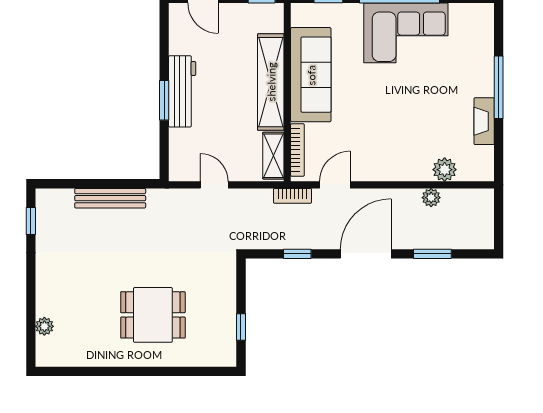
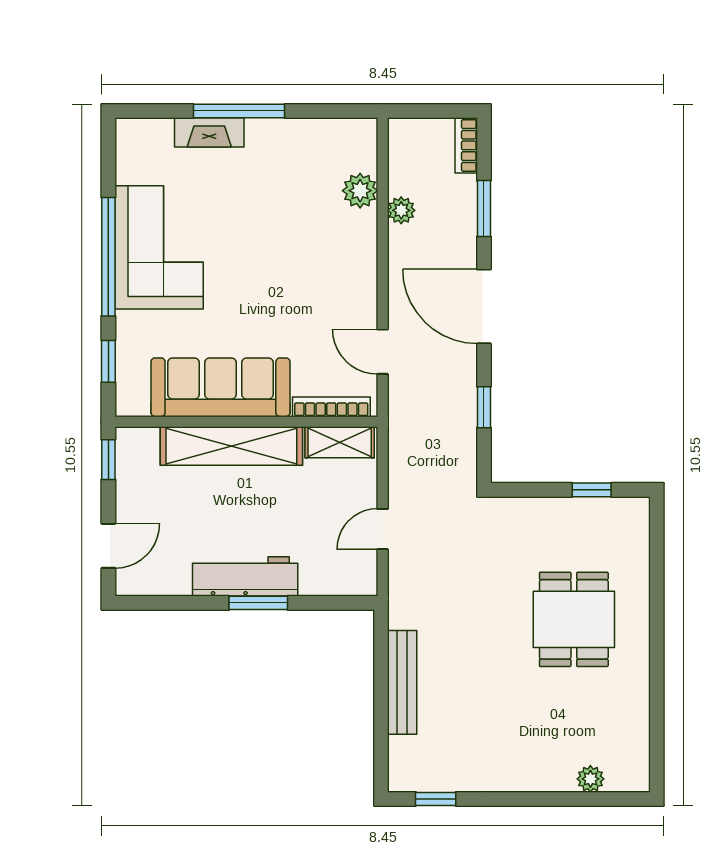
fireplace: (484, 121) -> (209, 132), moved
bookcase: (292, 196) -> (466, 145), moved, turned 180

